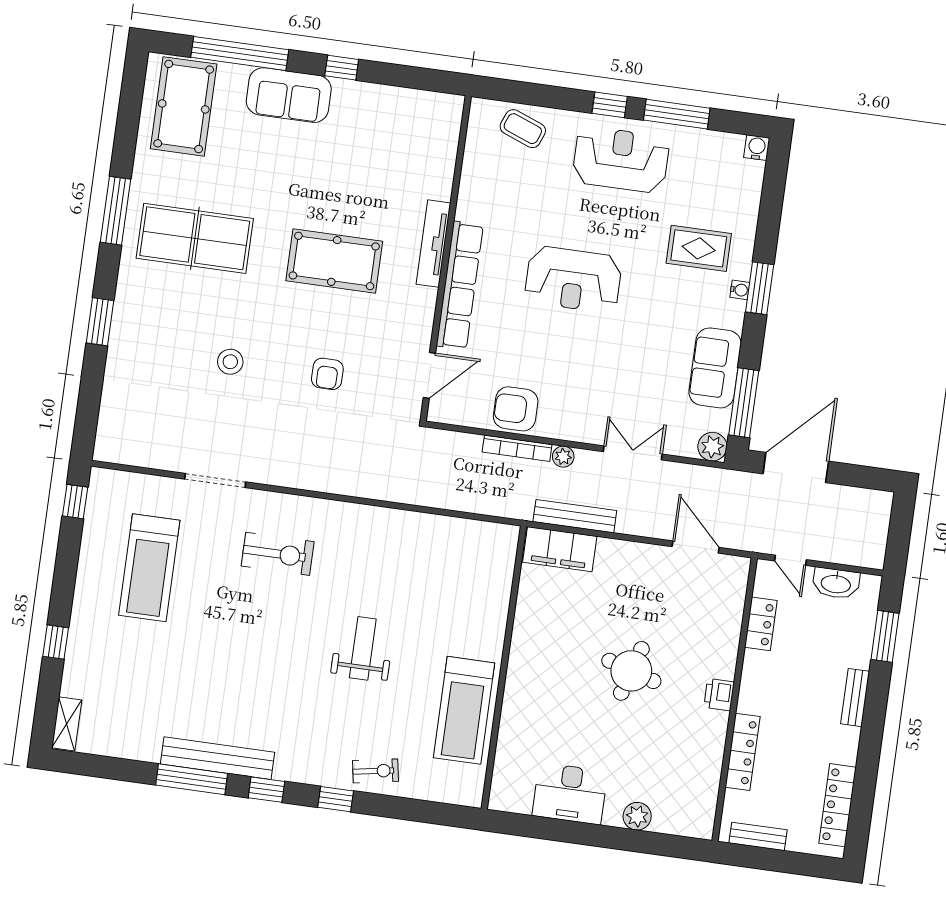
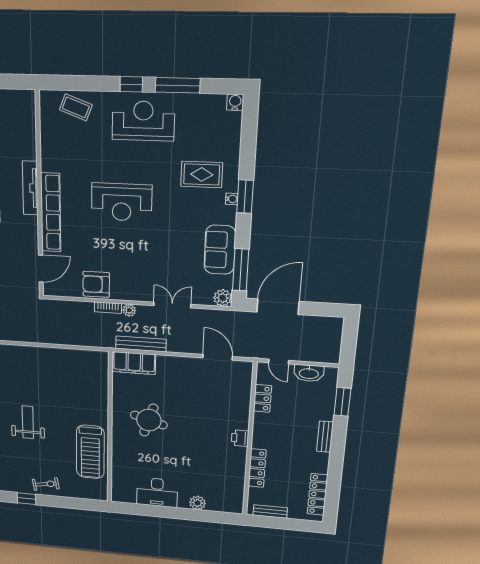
bookcase: (517, 448) -> (108, 308), width x0.64
round table: (631, 671) -> (149, 420), moved

